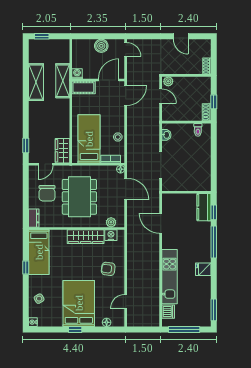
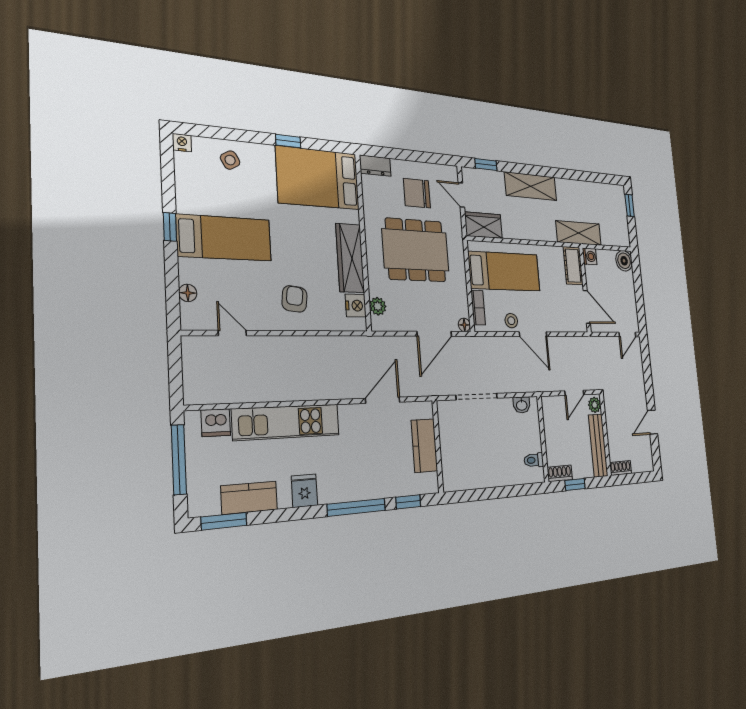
boiler: (101, 46) -> (624, 261), moved
shelving: (36, 82) -> (531, 186), moved
bench: (192, 82) -> (598, 445), added
door: (126, 95) -> (533, 334), moved
kitchen counter: (204, 207) -> (424, 446), moved, turned -90
bed: (39, 252) -> (318, 178), width x1.50
kitchen counter: (204, 297) -> (249, 498), added
bed: (79, 303) -> (224, 238), width x0.67

